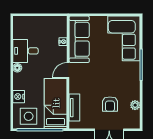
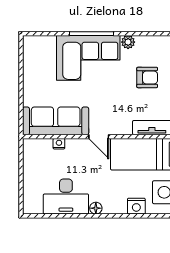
corner sofa: (124, 38) -> (88, 58), moved
desk: (25, 51) -> (66, 197), width x1.37
plant: (135, 105) -> (128, 42), moved

